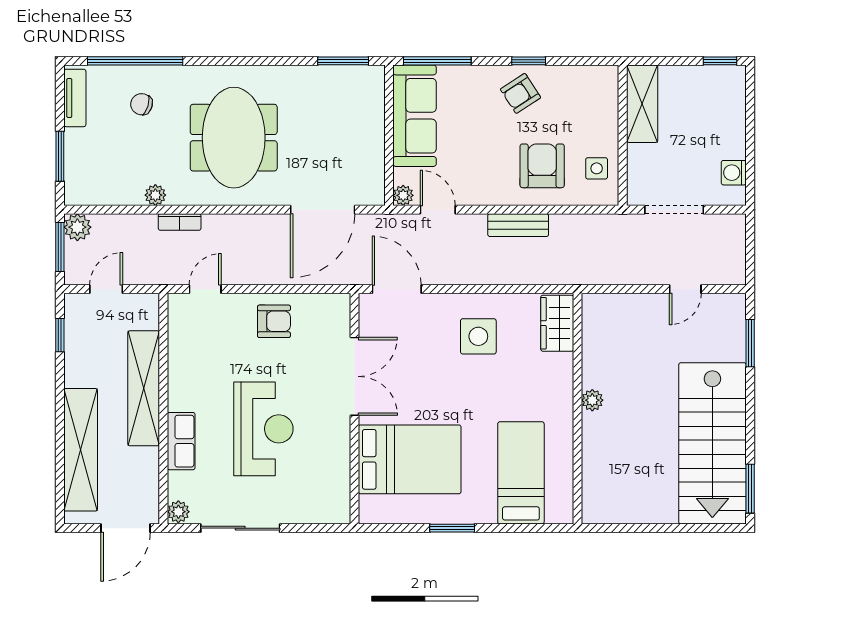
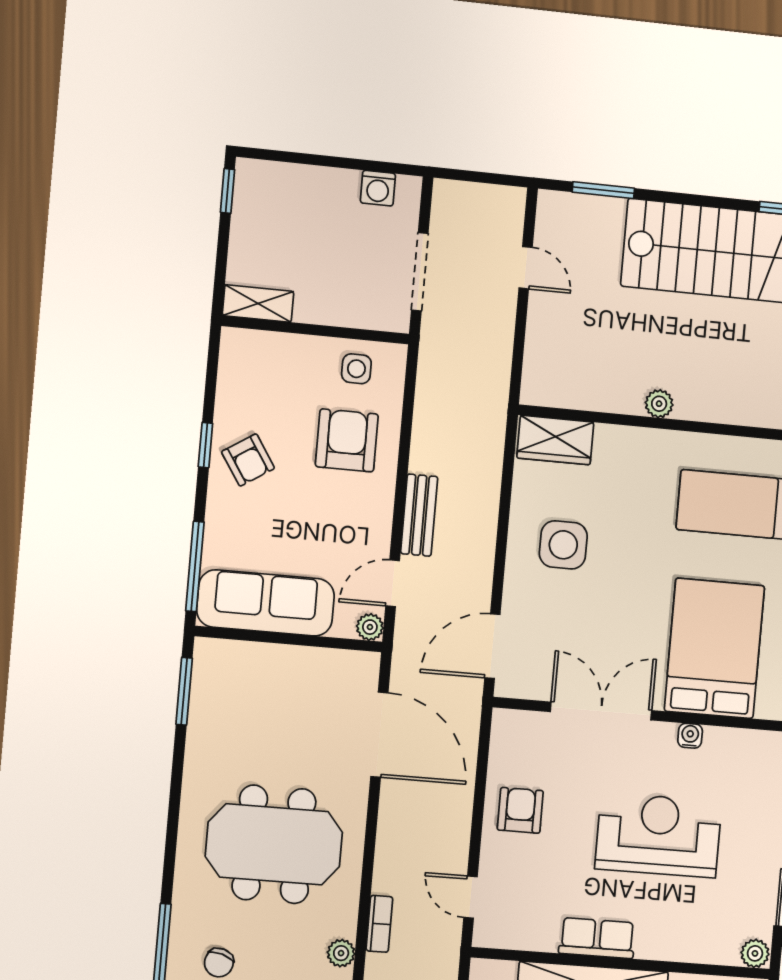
shelving: (642, 104) -> (258, 303), width x0.67, depth x0.75
armchair: (542, 166) -> (347, 440), turned 90
bench: (518, 225) -> (419, 515), moved
row of seats: (181, 441) -> (597, 938), moved
water cooler: (341, 447) -> (690, 736), added

